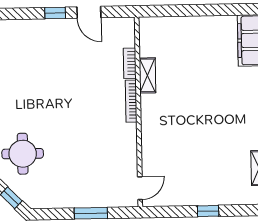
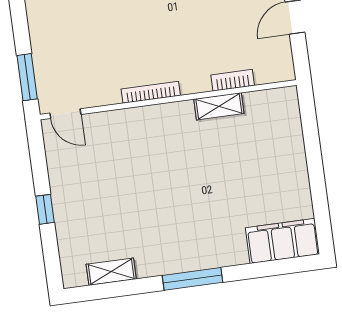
bookcase: (131, 101) -> (151, 92), moved
window: (91, 213) -> (27, 77), moved

